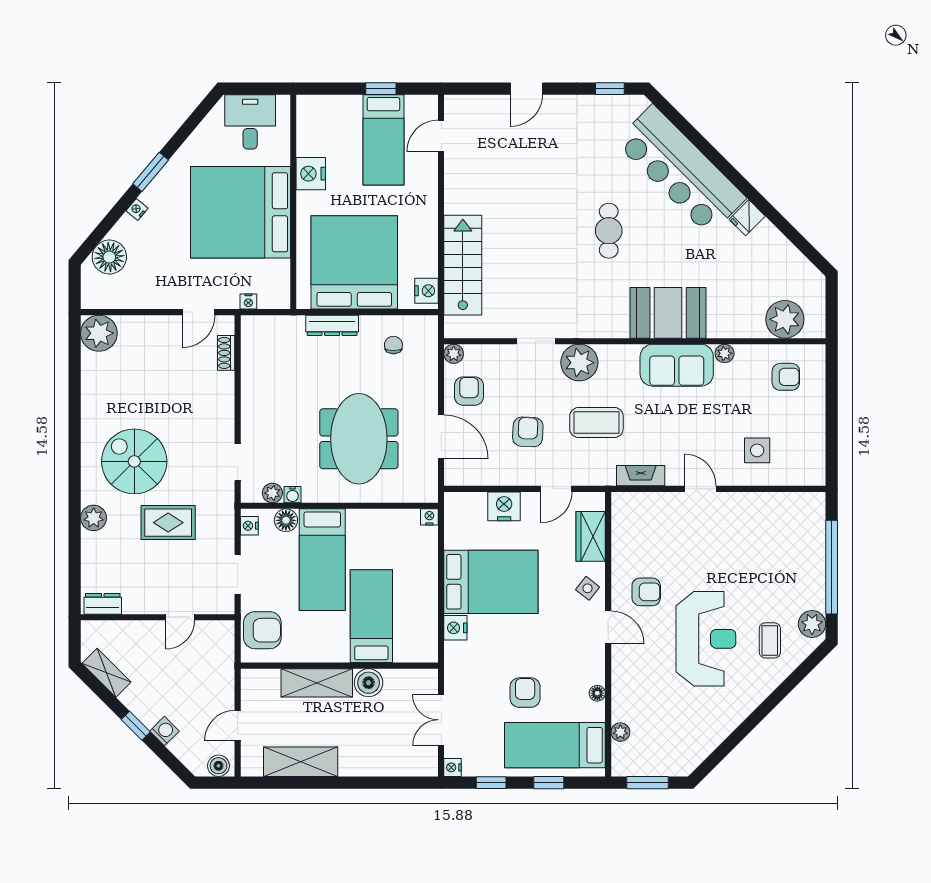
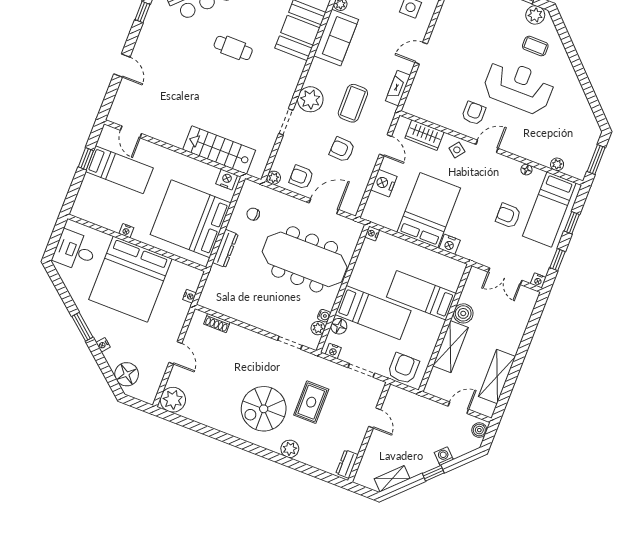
nightstand: (311, 174) -> (126, 231), width x0.53, depth x0.56
door: (199, 312) -> (175, 353), moved
meeting table: (359, 439) -> (305, 259), width x1.36
door: (238, 726) -> (458, 408), swing flipped

